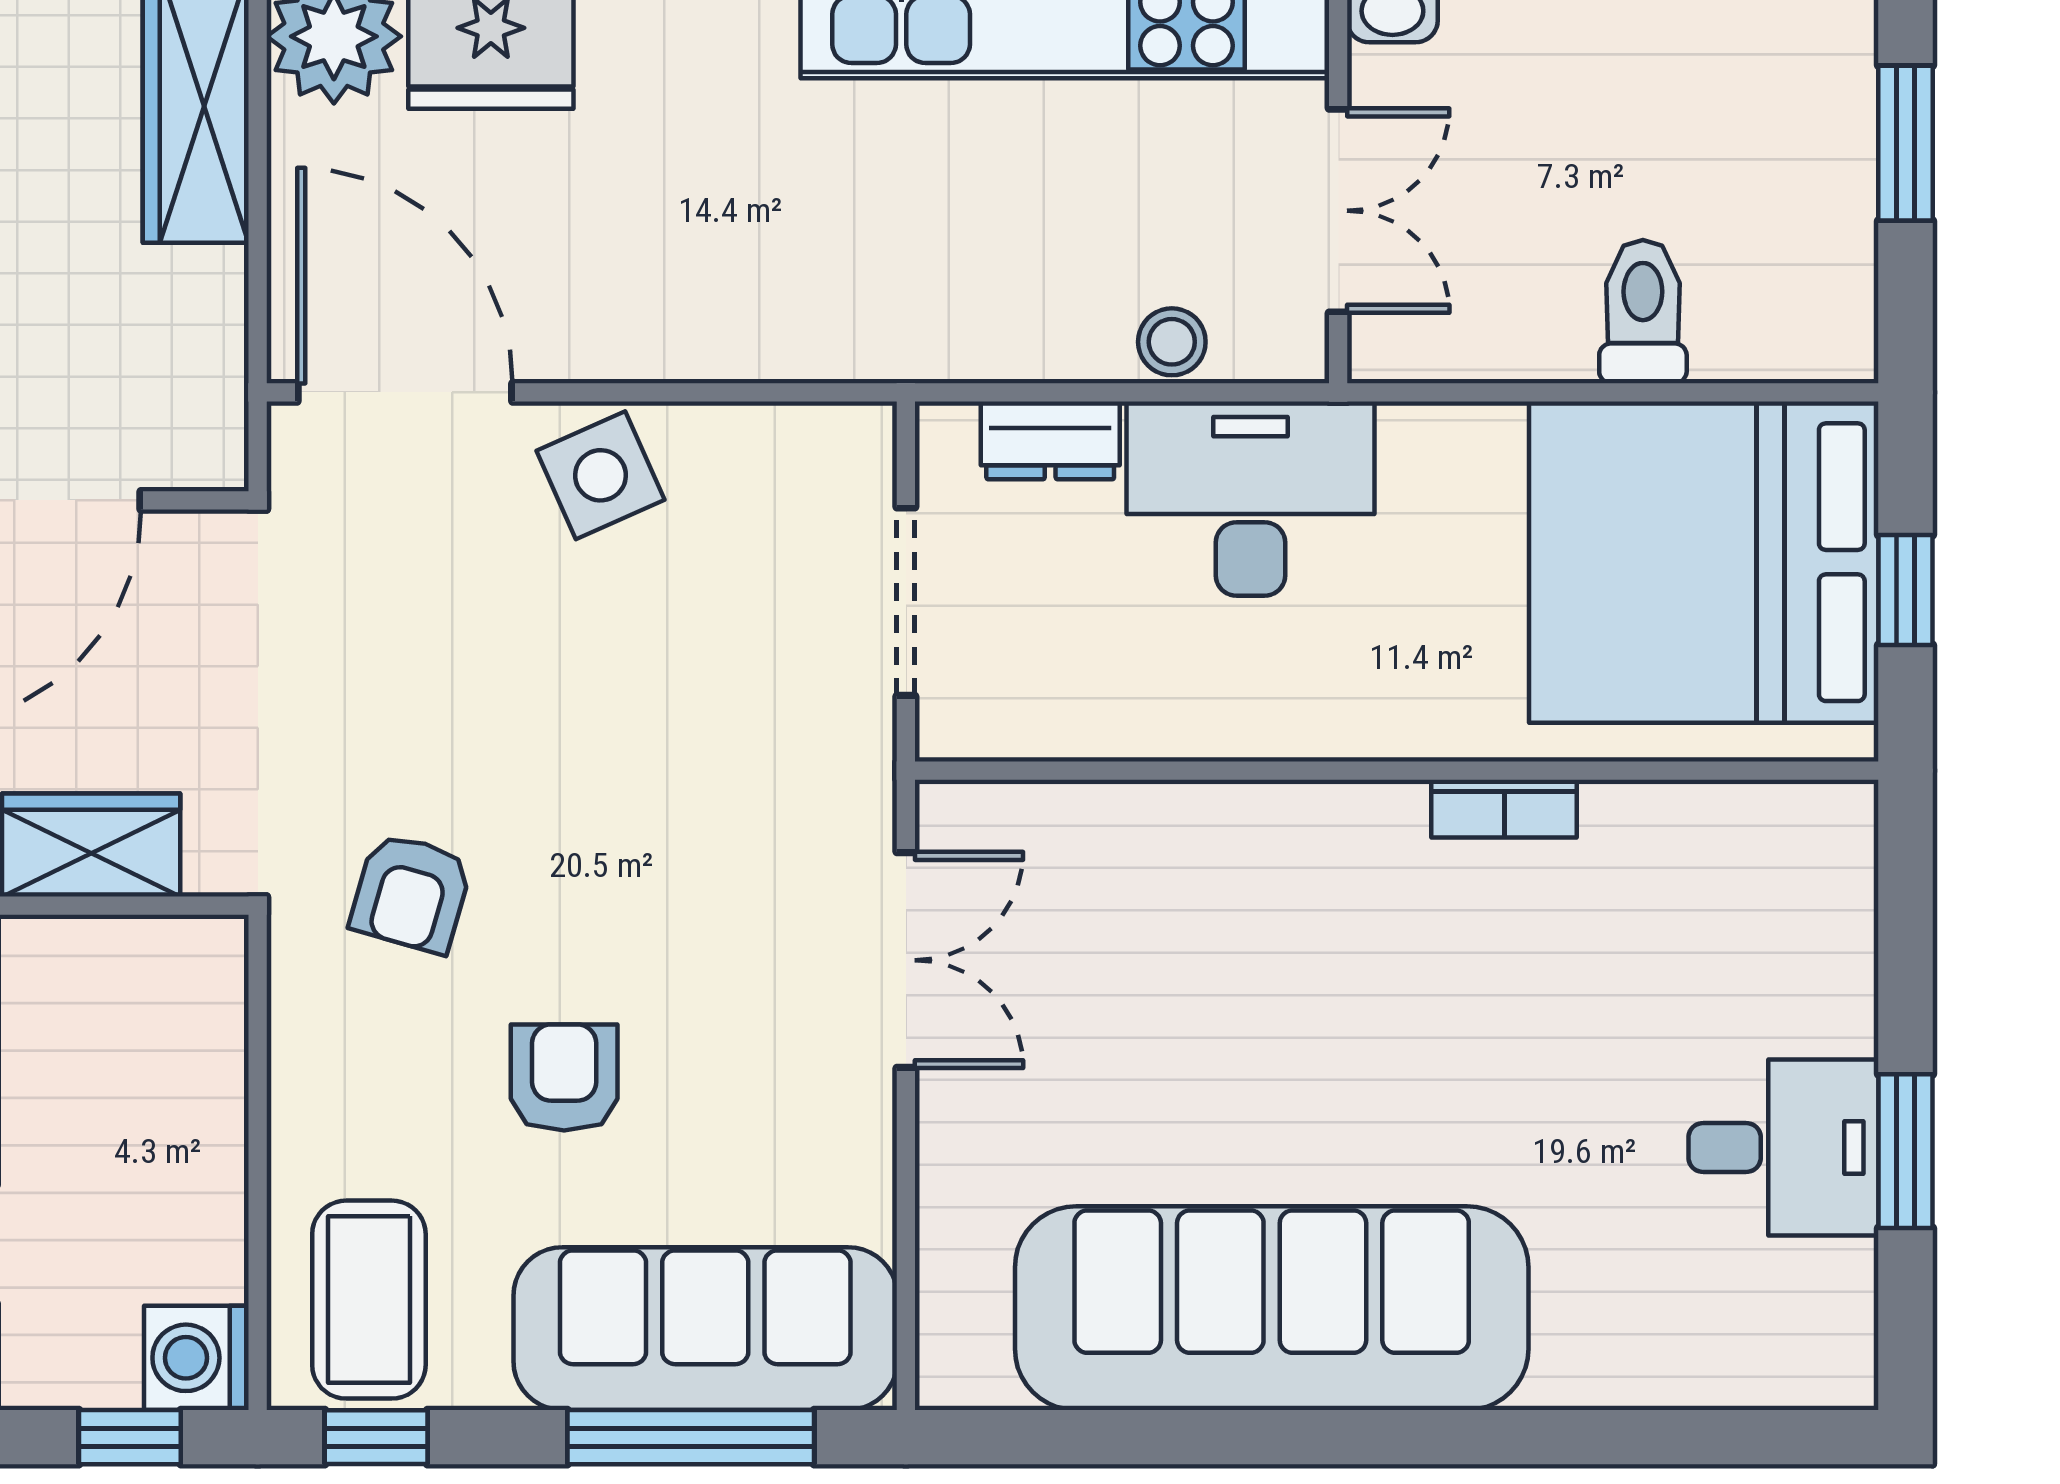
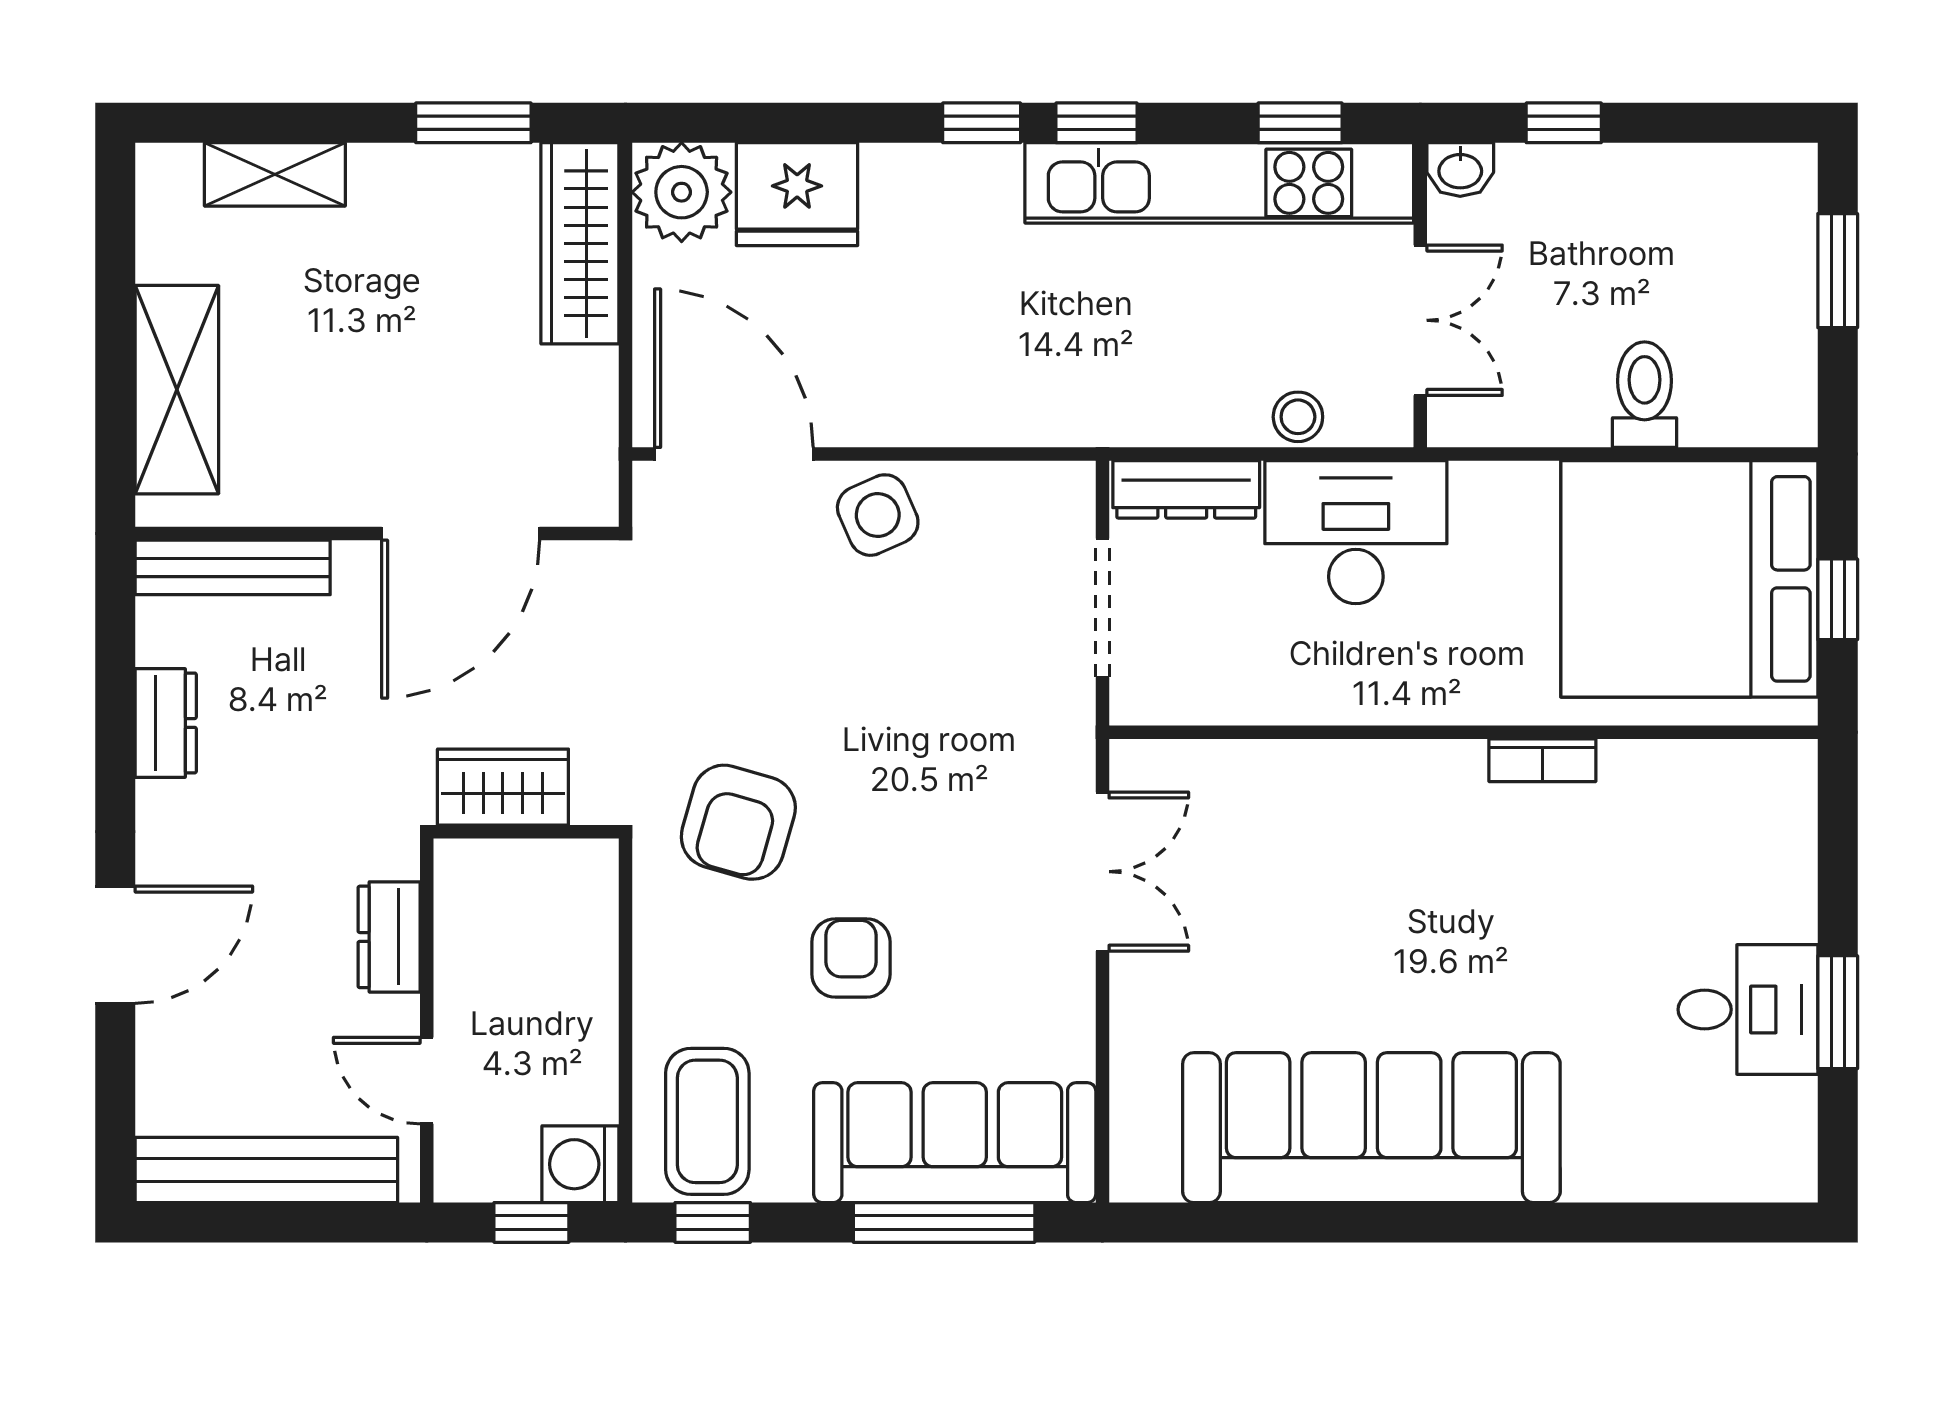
dresser: (1050, 440) -> (1186, 489), width x1.44
armchair: (411, 893) -> (738, 822), width x1.38, depth x1.38

